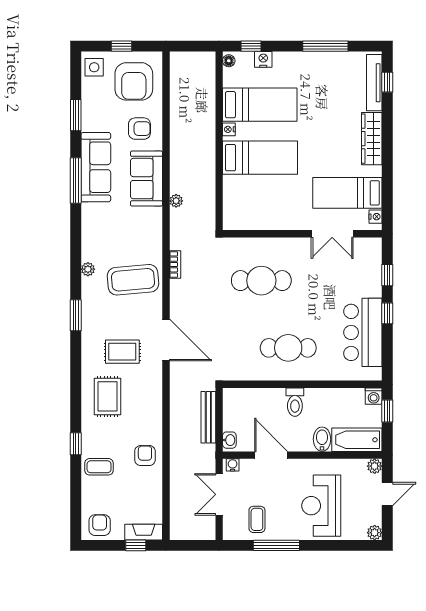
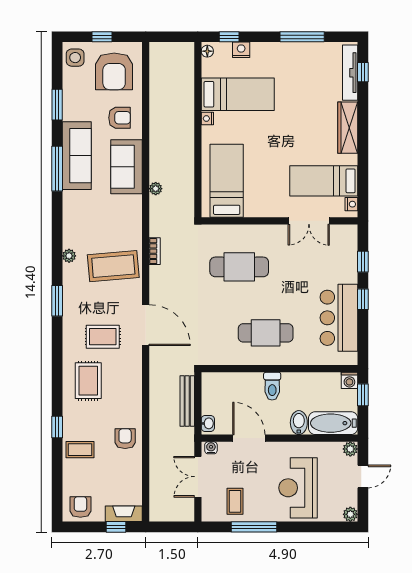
bed: (260, 158) -> (227, 181), moved, turned -90

